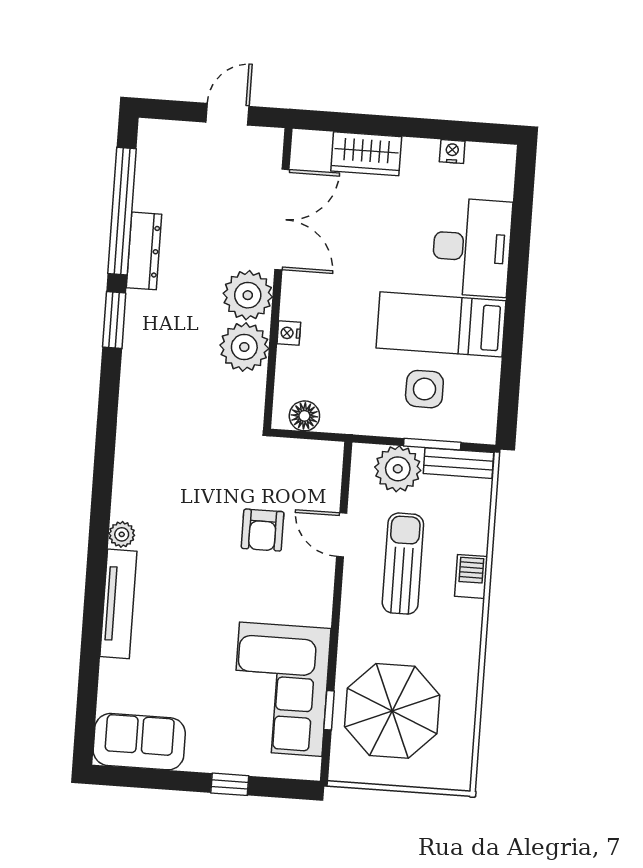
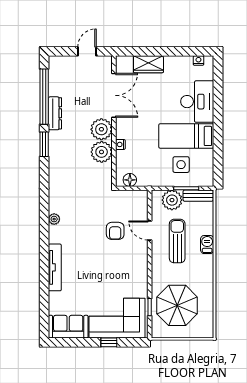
nightstand: (452, 151) -> (198, 61), moved
plant: (122, 534) -> (54, 219), moved
corner sofa: (281, 689) -> (117, 318), moved, turned 90

